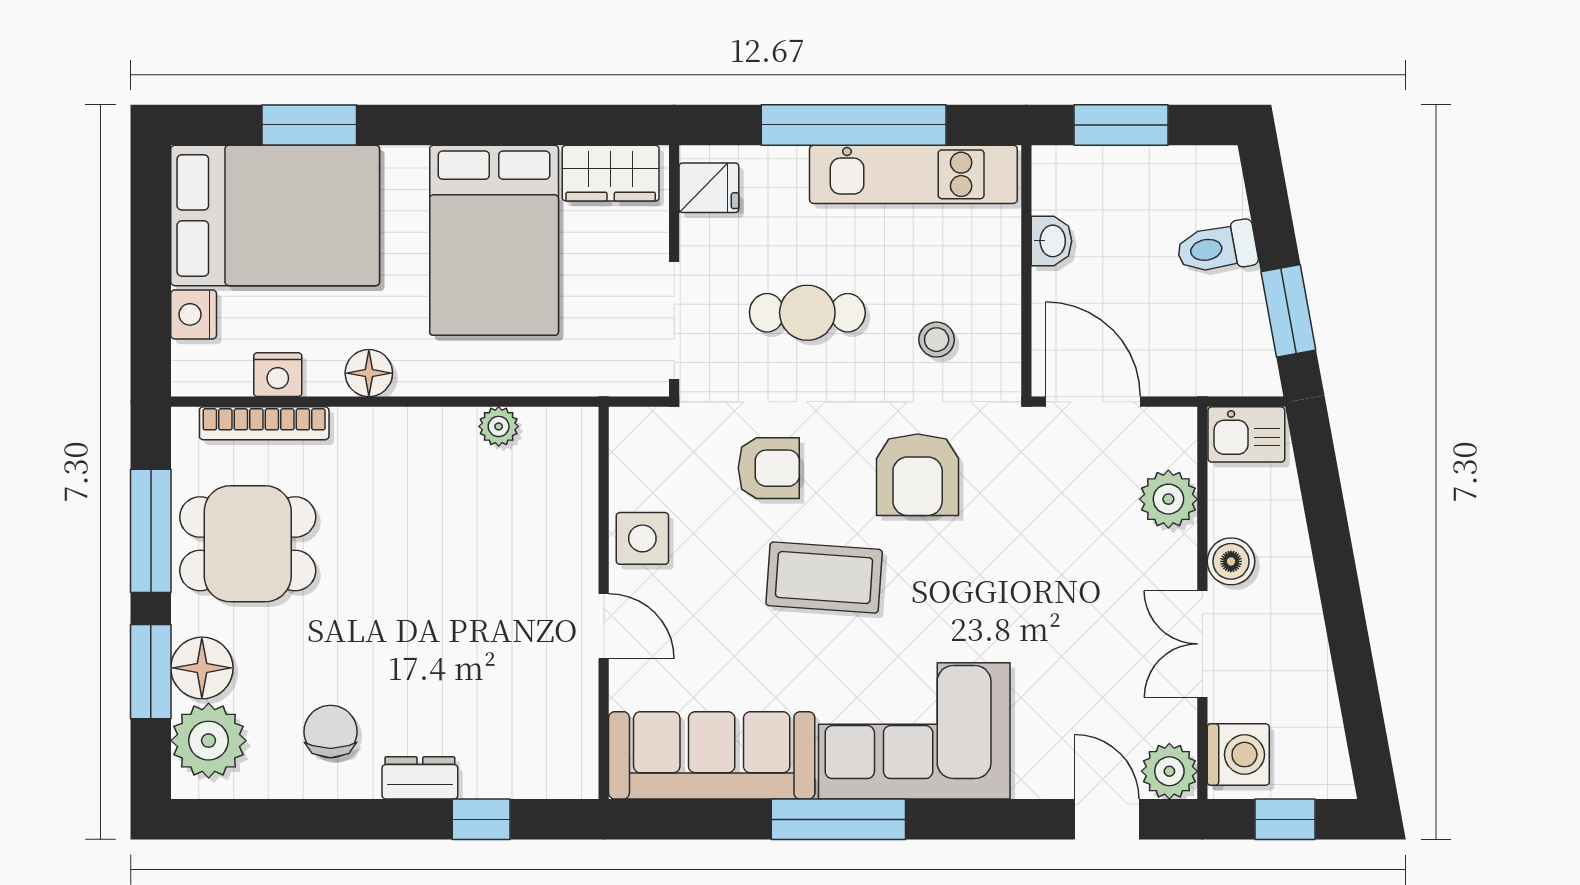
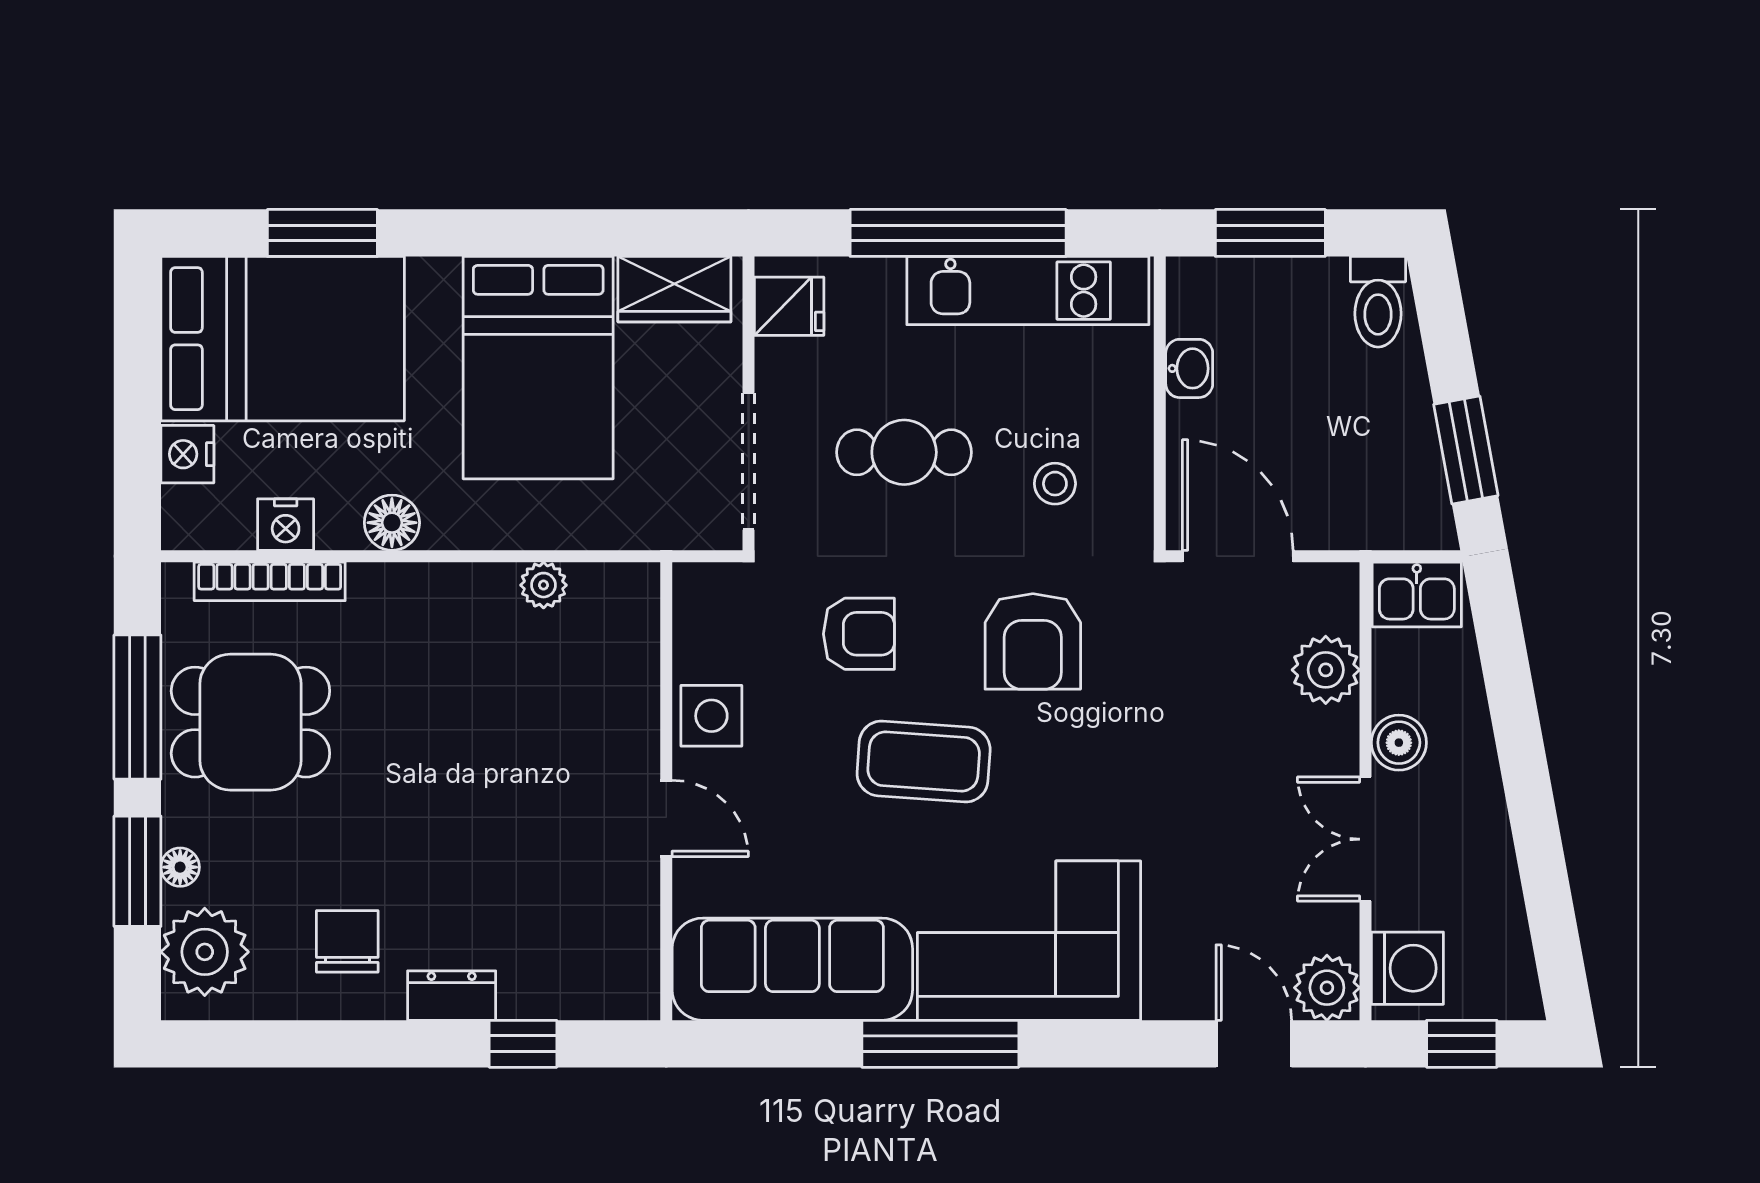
toilet: (1217, 248) -> (1378, 302), moved, turned -80
floor lamp: (202, 668) -> (180, 867), width x0.53, depth x0.53

